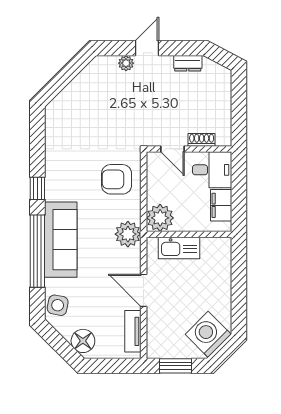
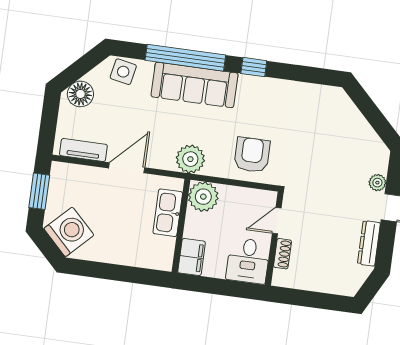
dresser: (188, 63) -> (369, 243), width x1.44
filing cabinet: (221, 205) -> (192, 257), moved, turned 90

